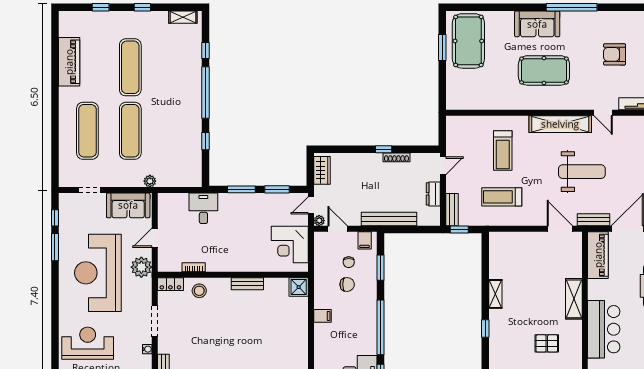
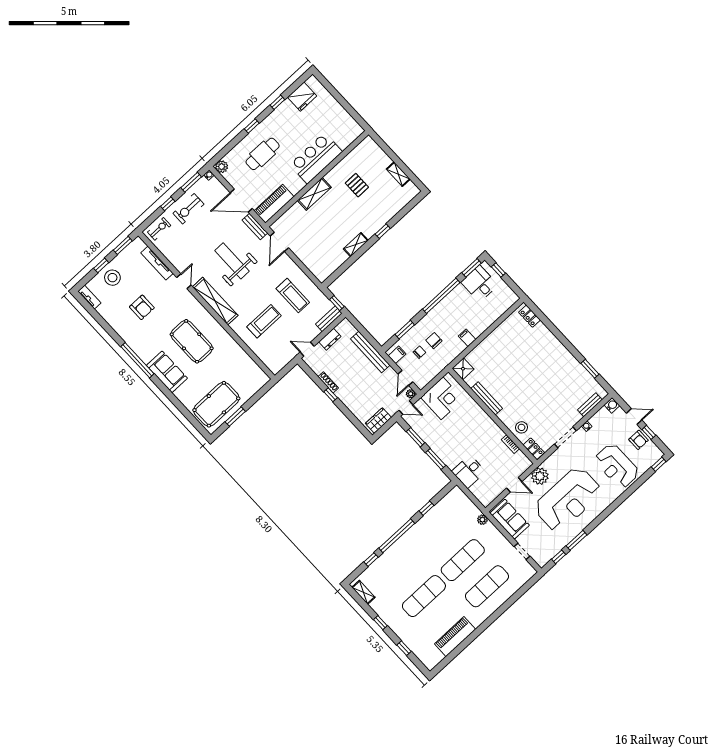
bench: (247, 284) -> (487, 398), width x1.36

